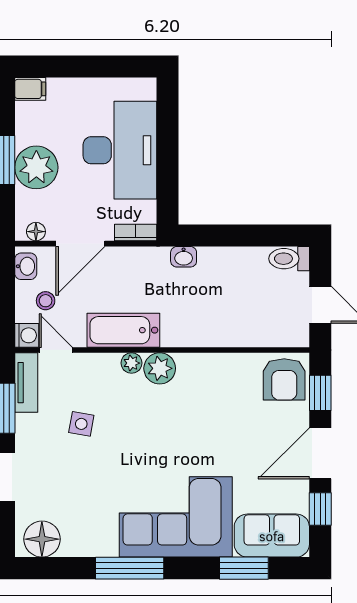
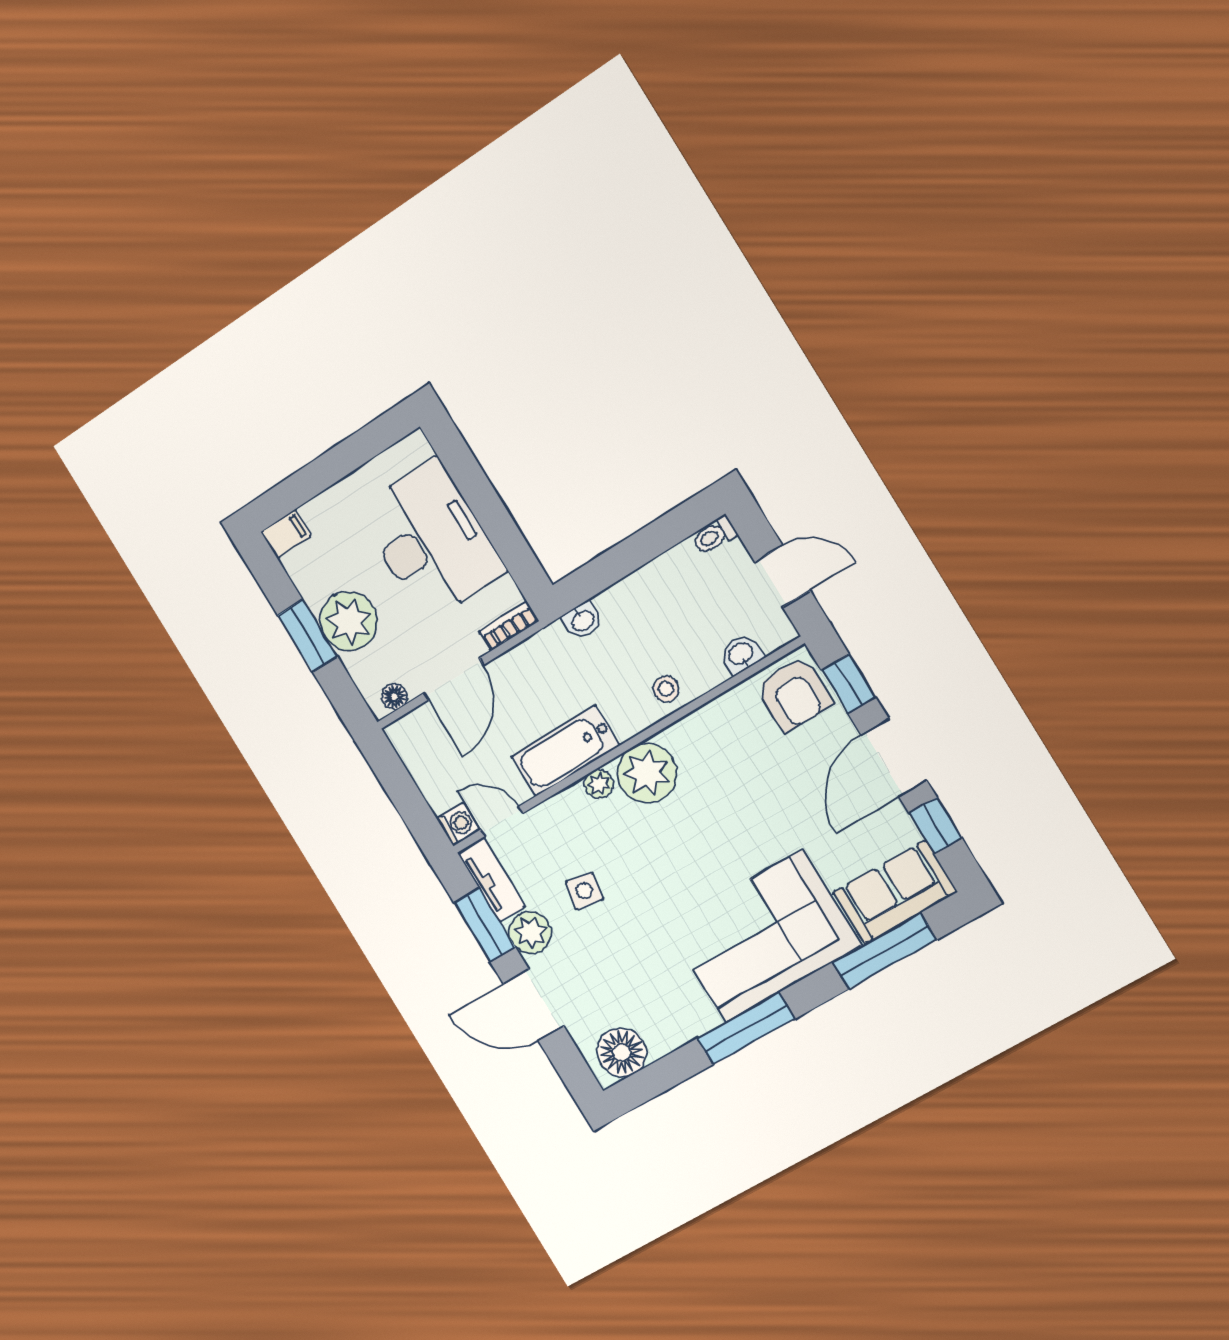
toilet: (289, 259) -> (714, 535), width x0.73, depth x0.72
washbasin: (26, 266) -> (741, 654), moved, turned -90
stool: (46, 301) -> (666, 689), moved
plant: (160, 368) -> (647, 773), width x1.36, depth x1.36
plant: (30, 430) -> (530, 932), added
window: (244, 568) -> (884, 951), width x1.44

